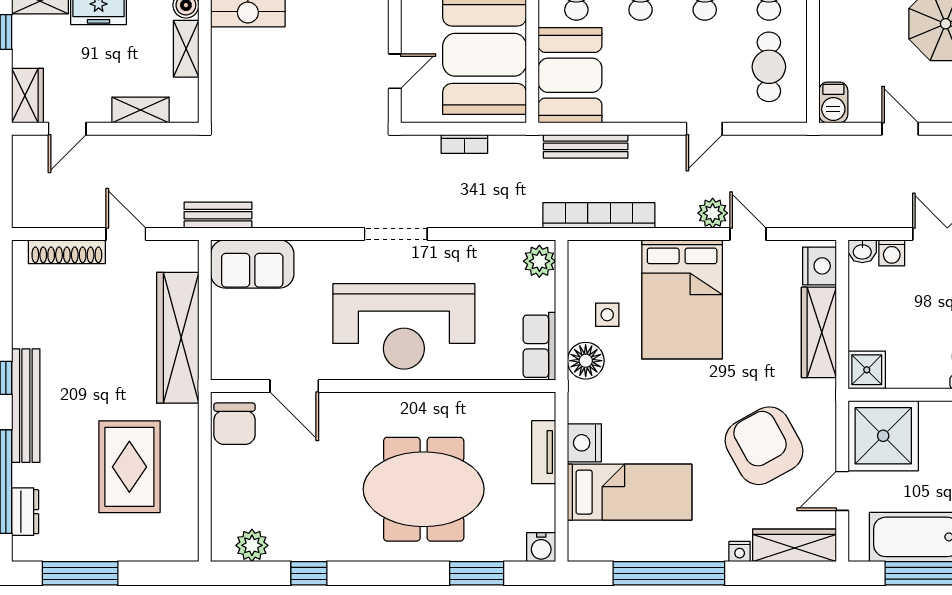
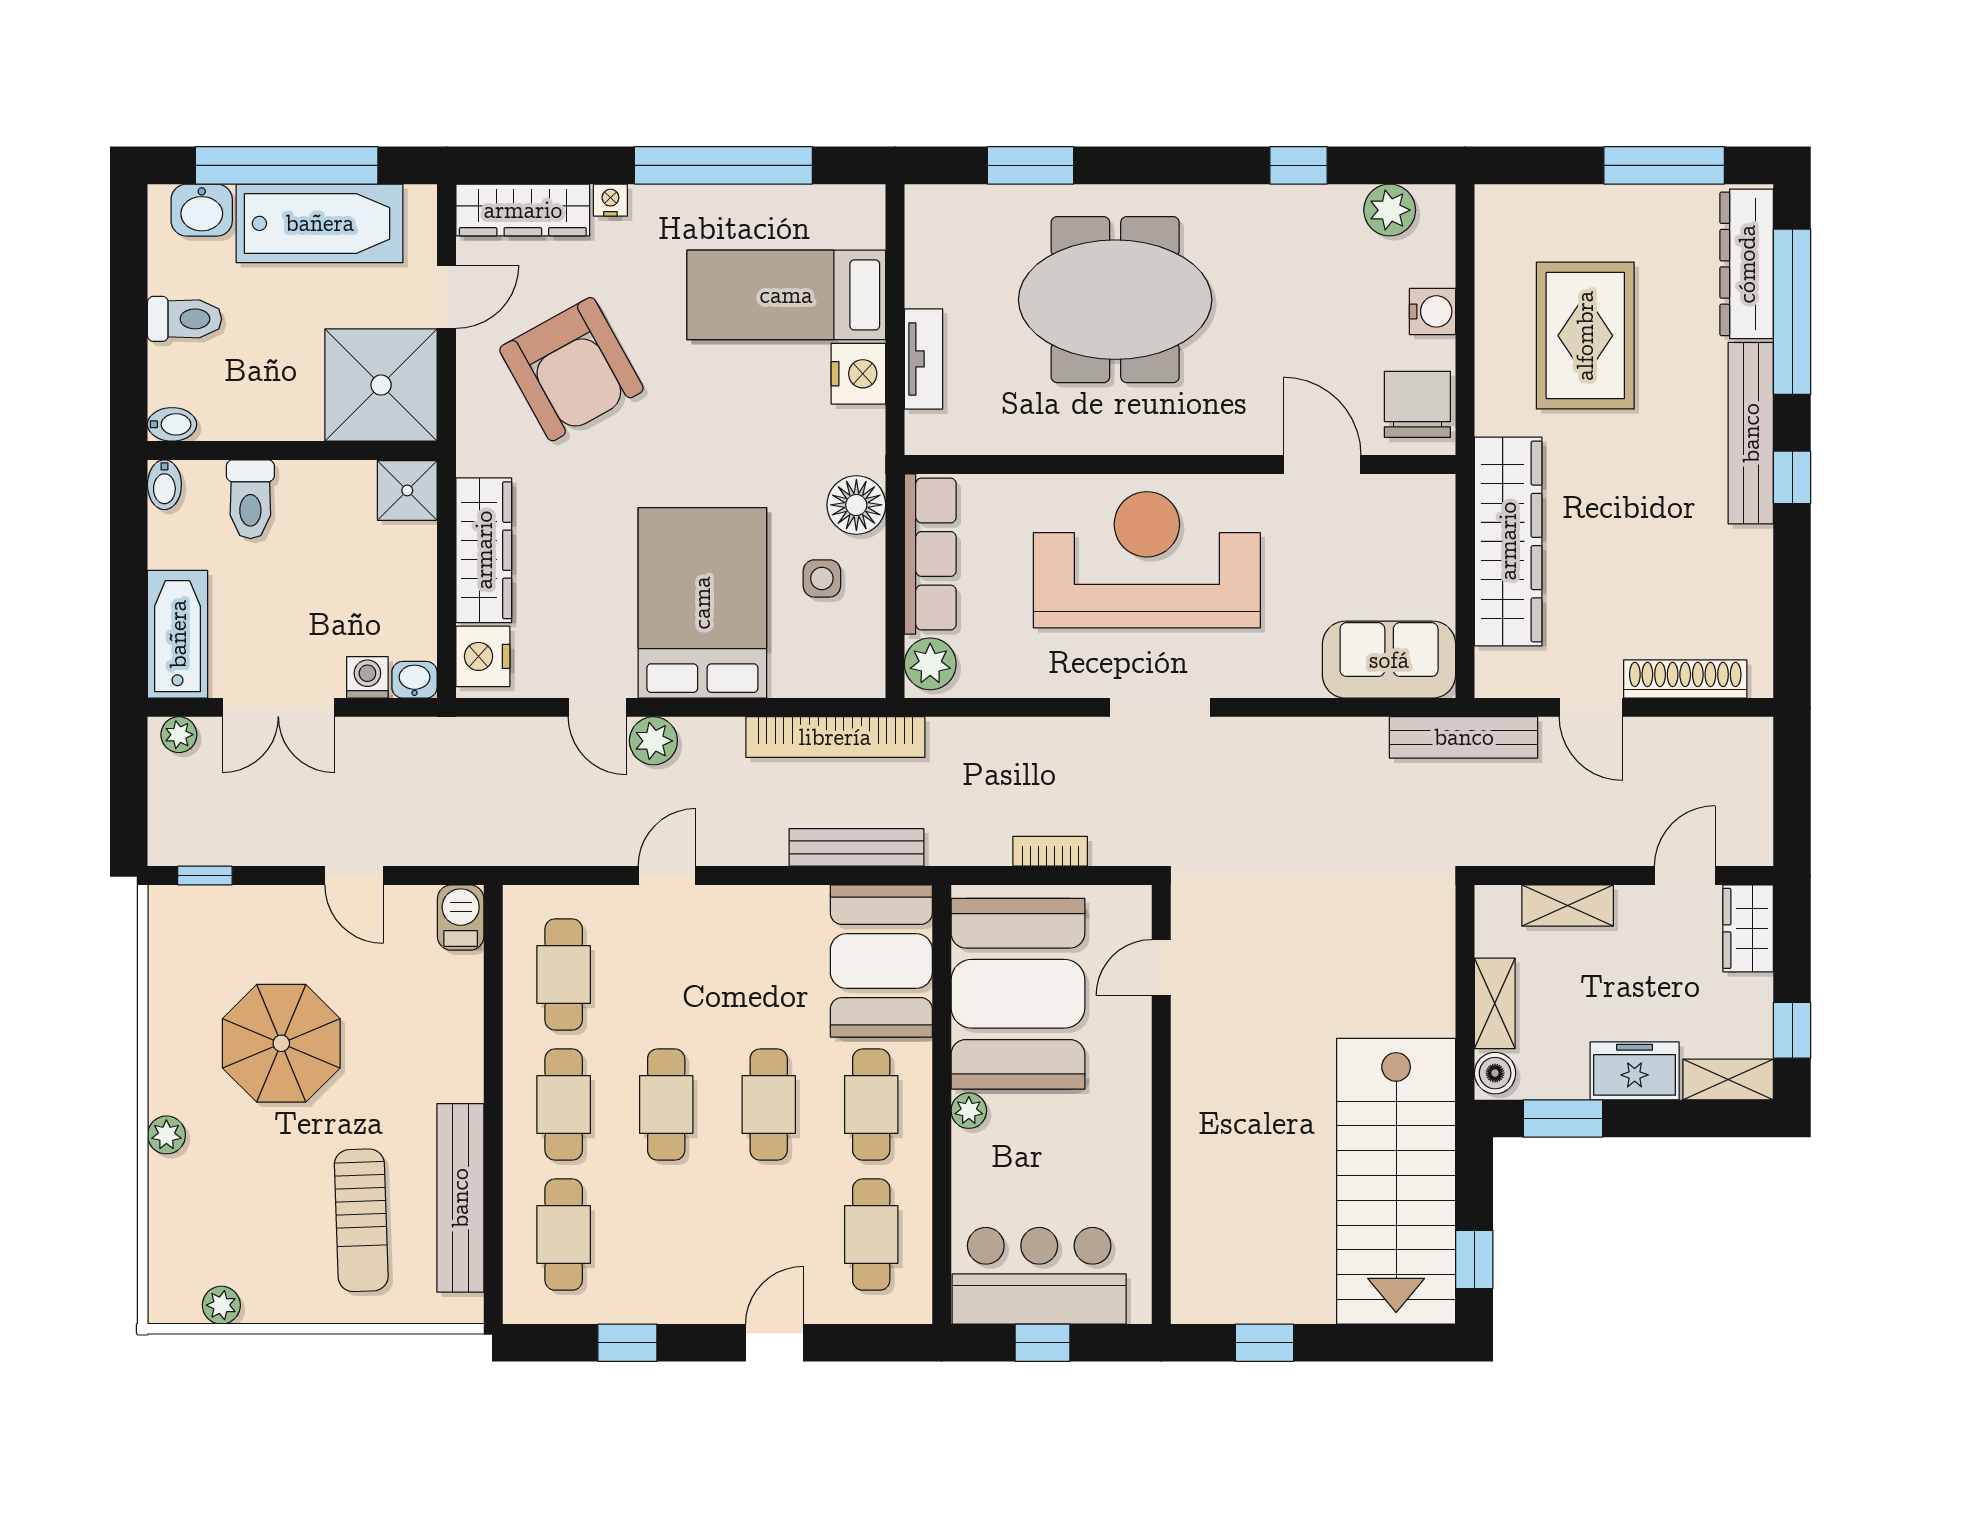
bench: (218, 215) -> (1464, 737), width x1.36
row of seats: (539, 346) -> (930, 554), width x1.48
dresser: (25, 512) -> (1747, 264), width x1.96, depth x1.24
water cooler: (541, 547) -> (1433, 311), moved, turned 90

